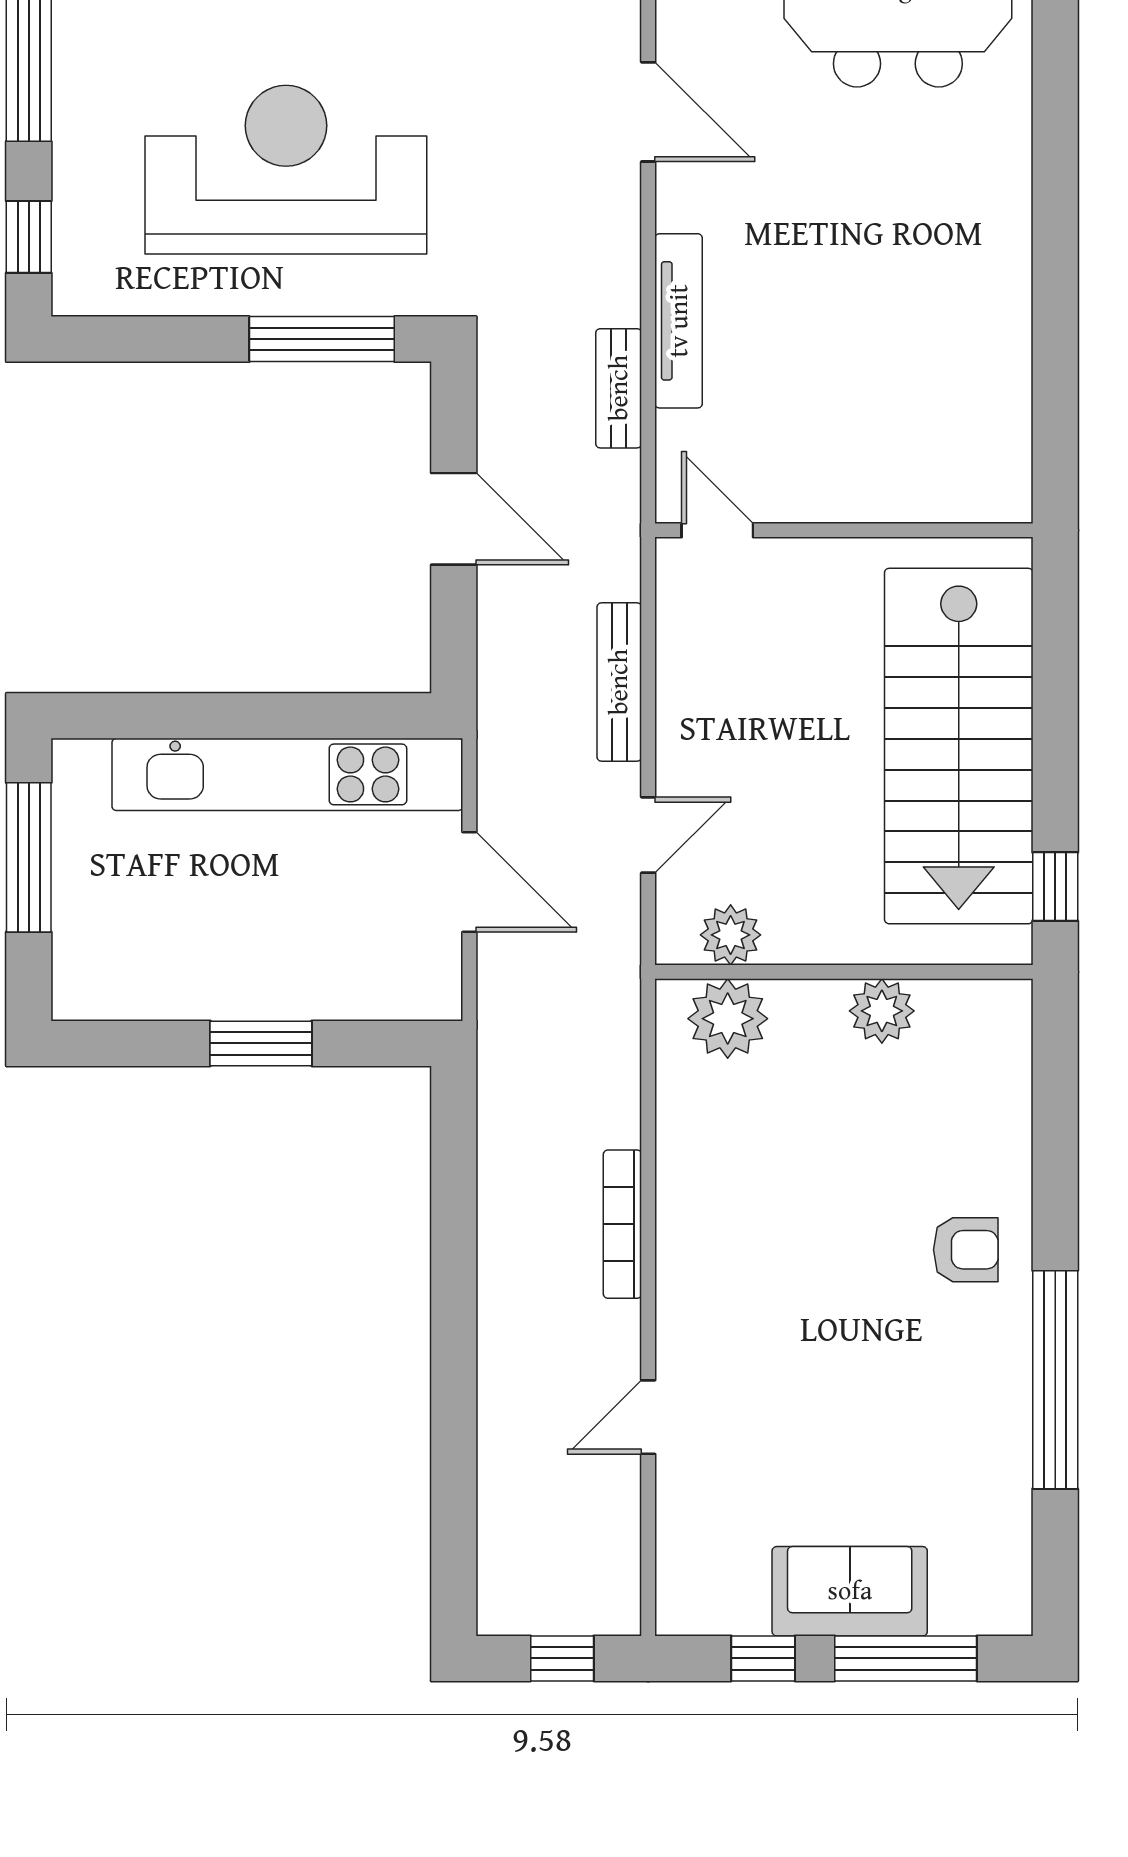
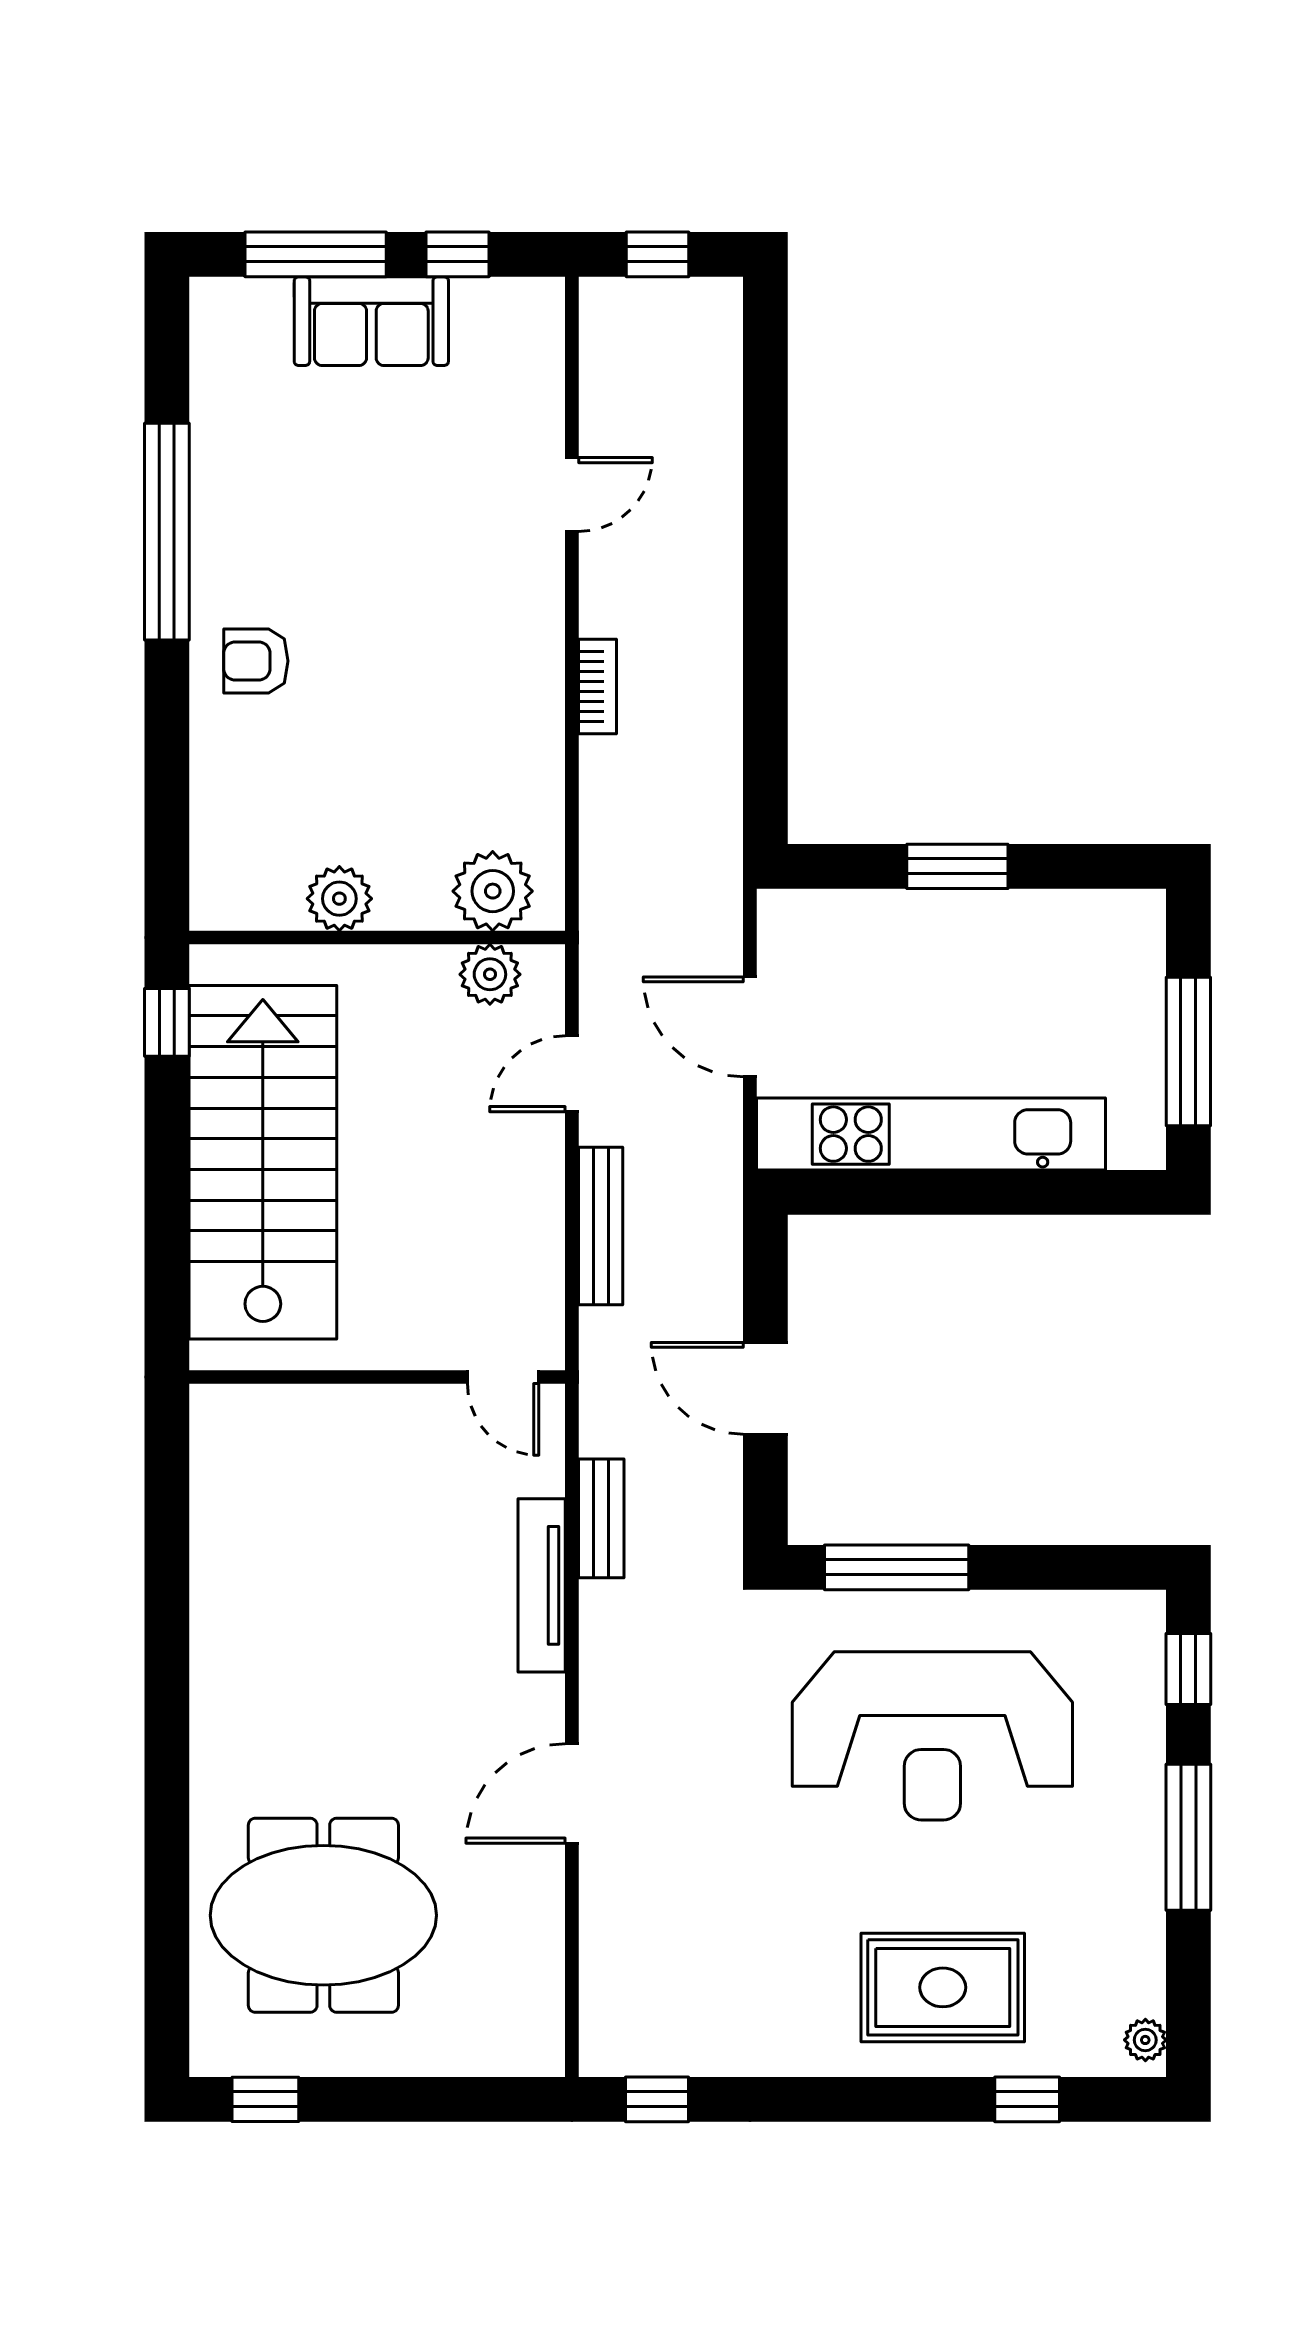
door: (648, 112) -> (572, 1793), hinge flipped
bookcase: (622, 1224) -> (597, 686), width x0.64

